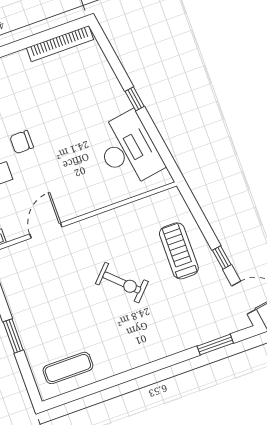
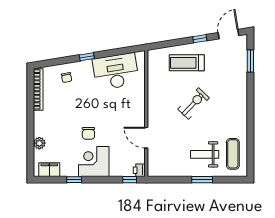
chair: (93, 80) -> (67, 77), added
weight bench: (52, 326) -> (205, 154), added

